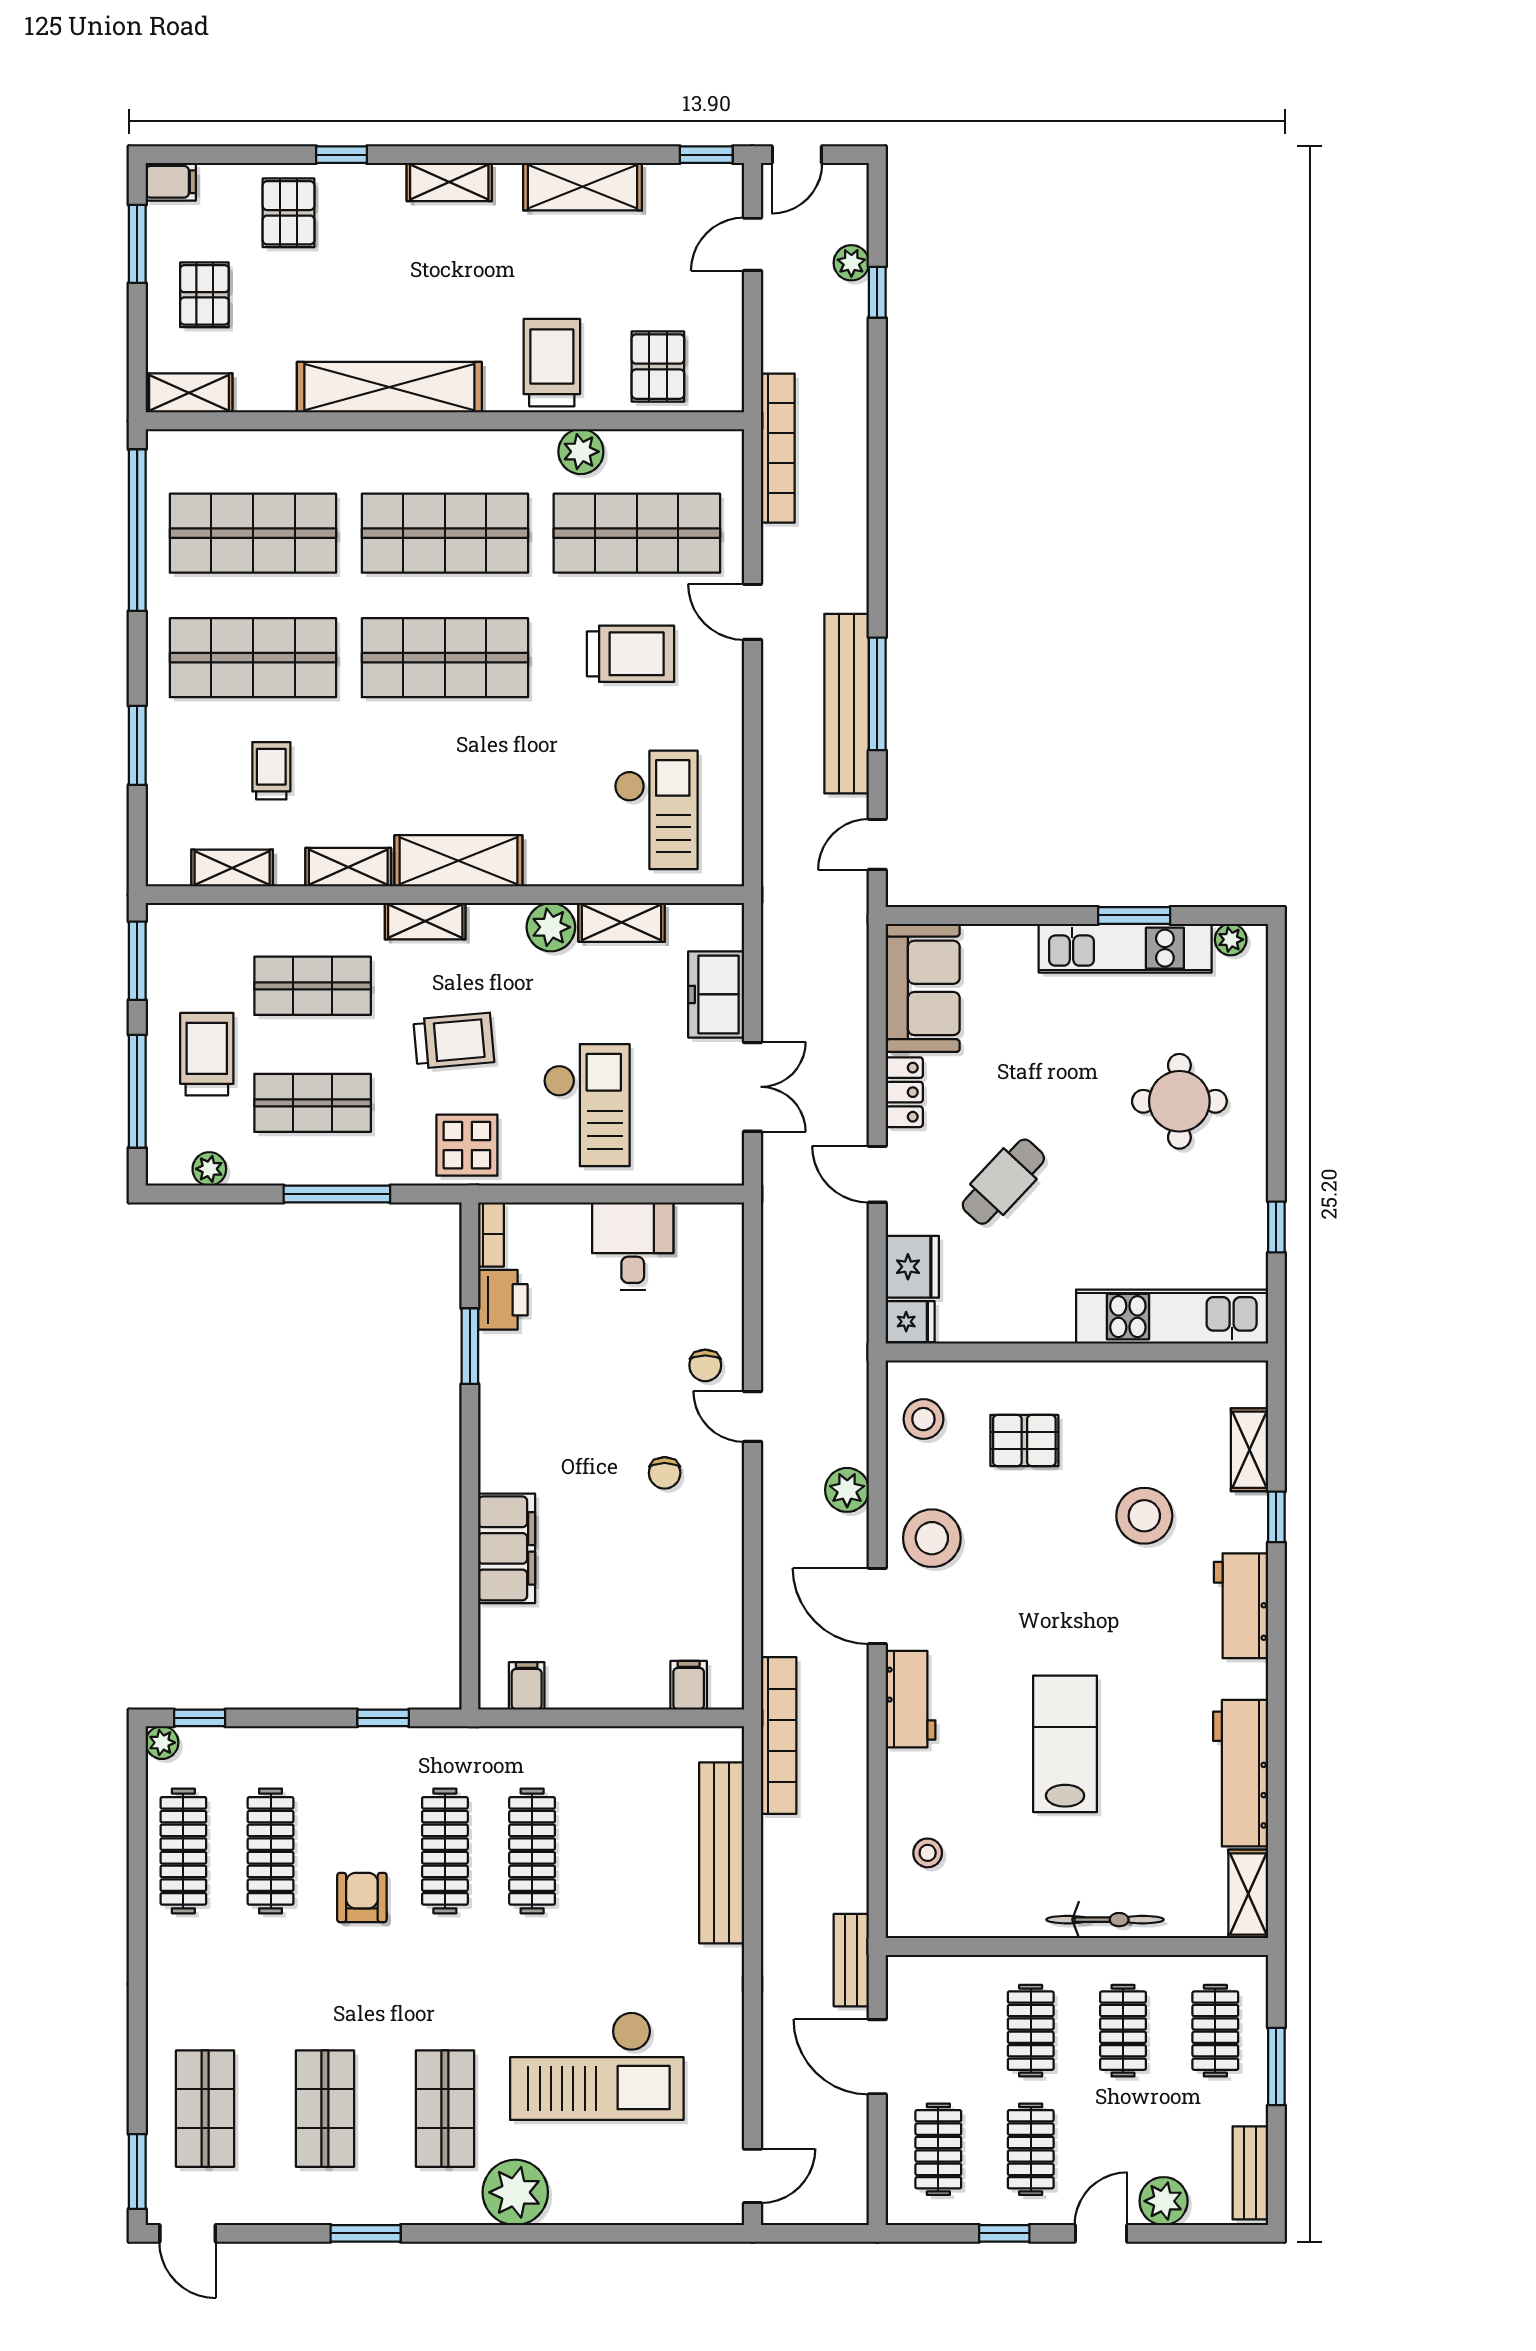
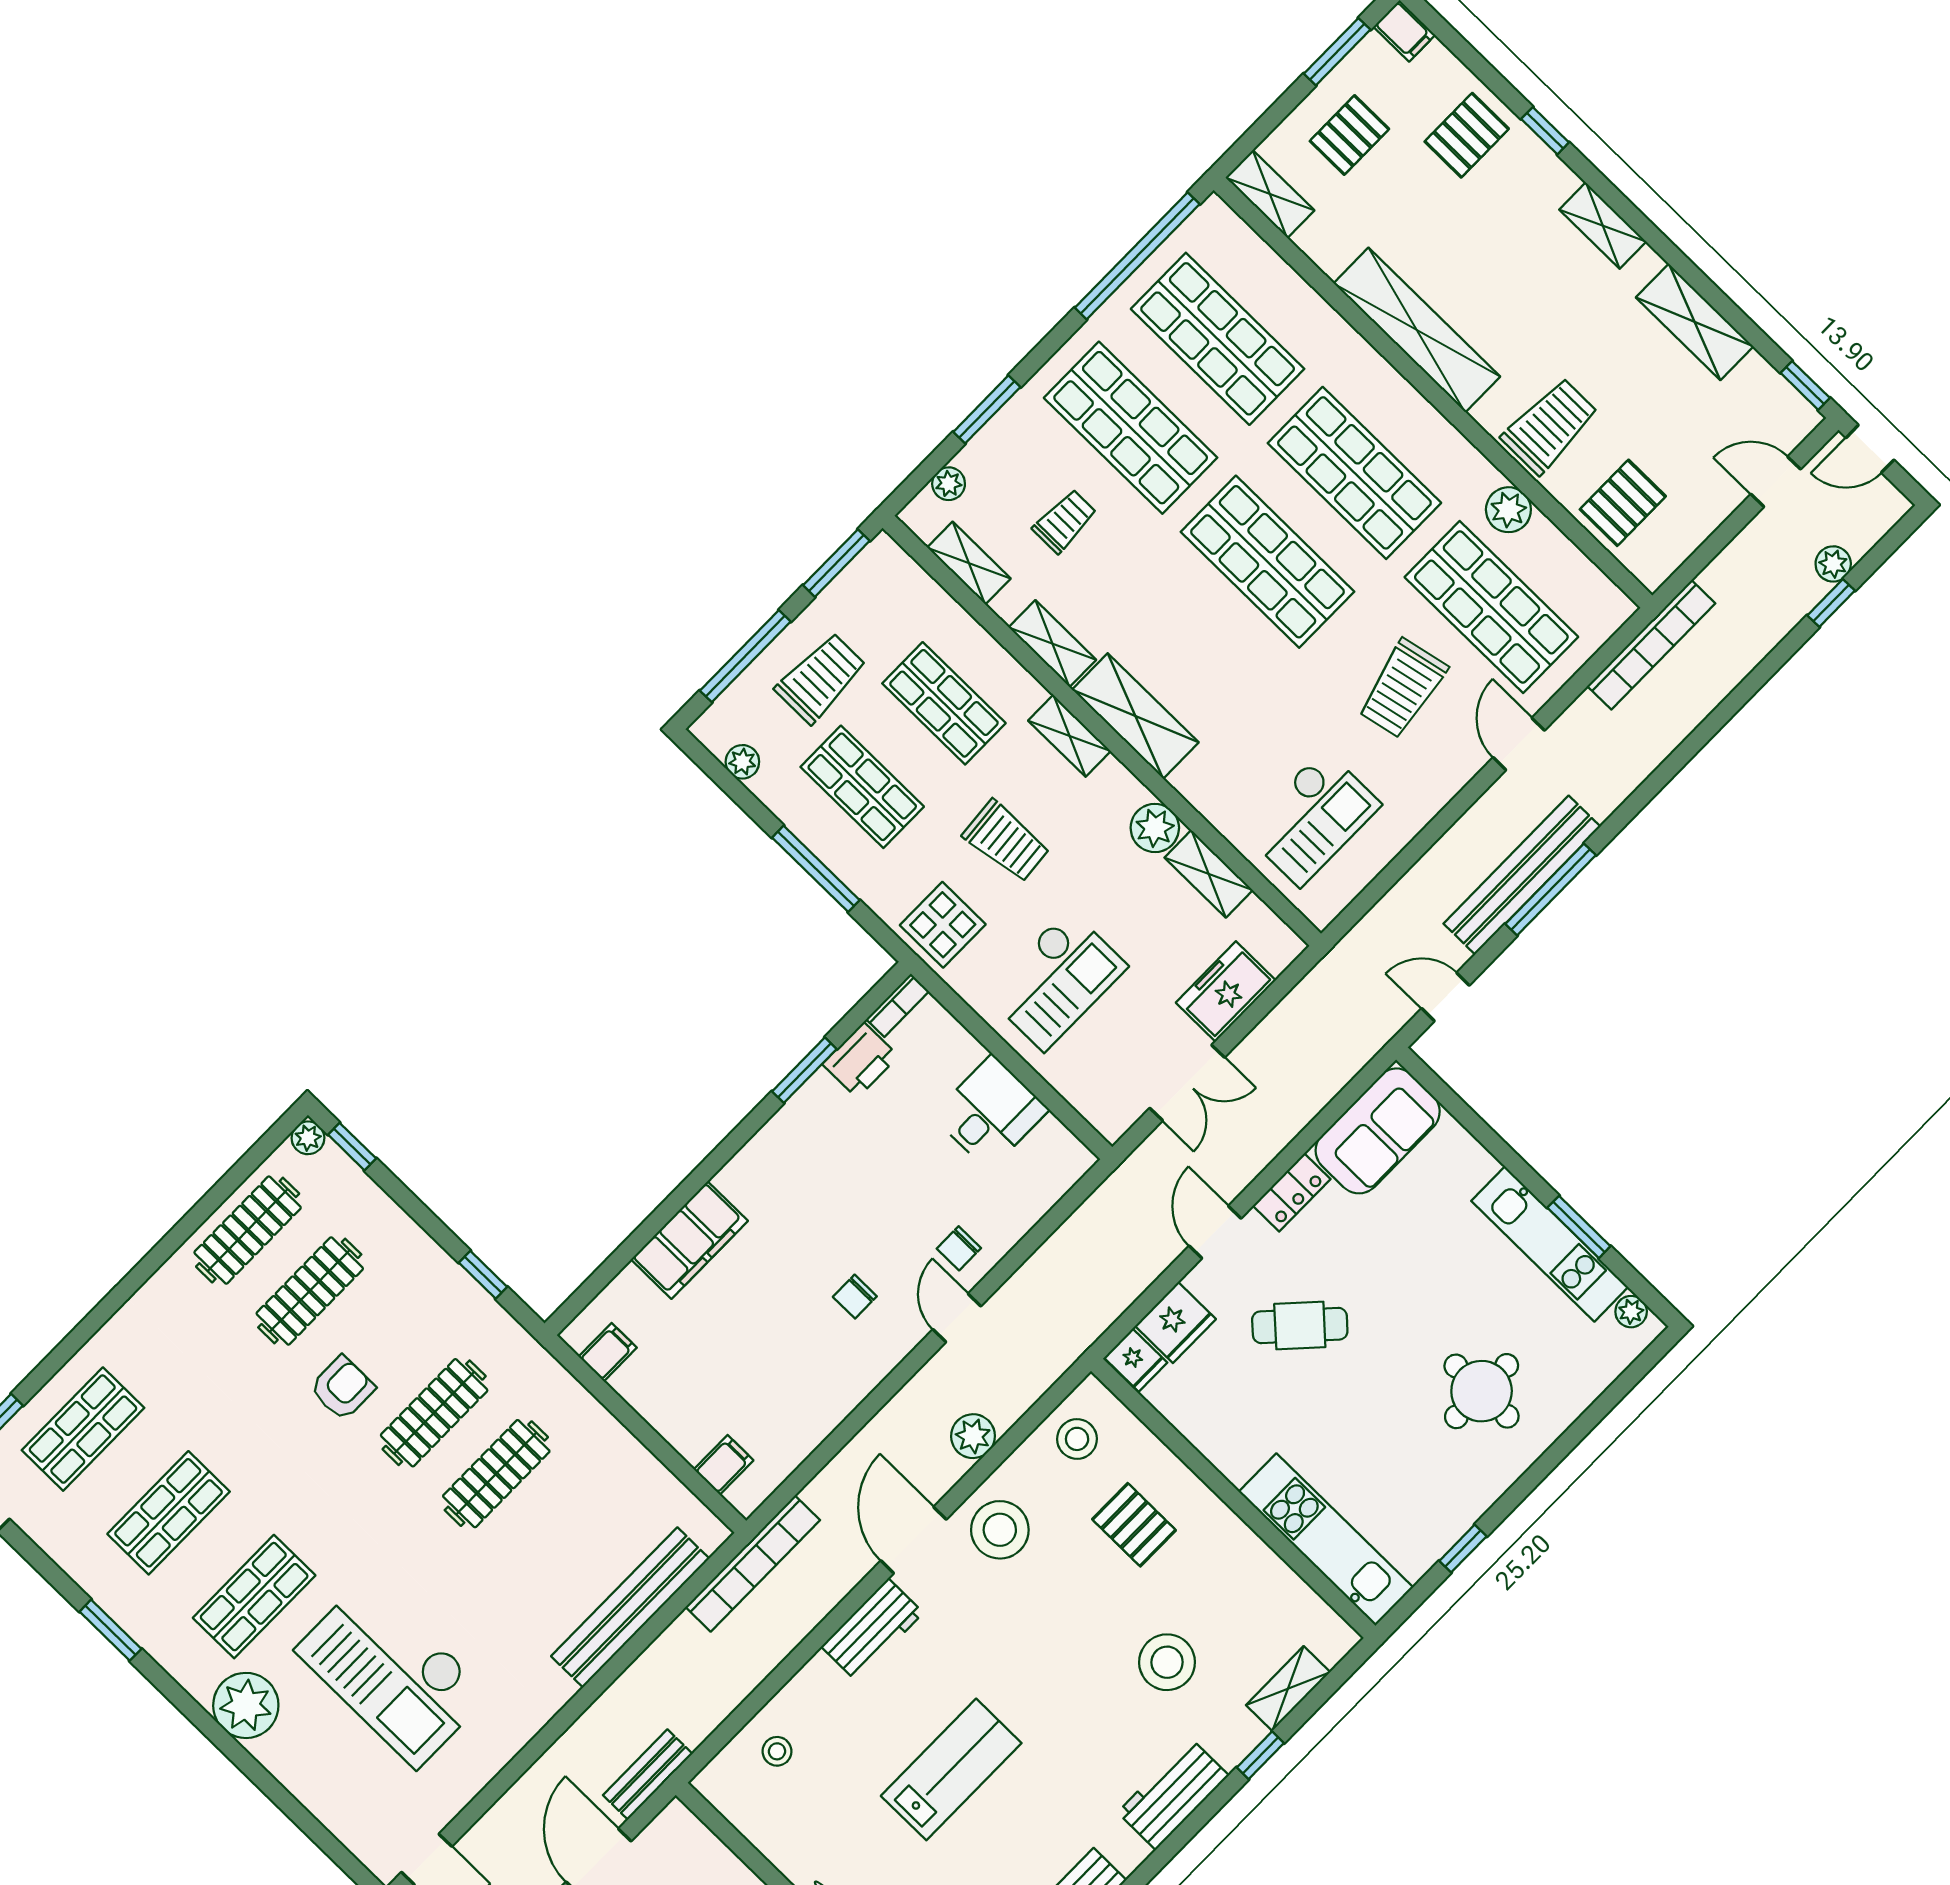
trolley: (631, 654) -> (1403, 689), turned 78
plant: (162, 825) -> (949, 484), added

